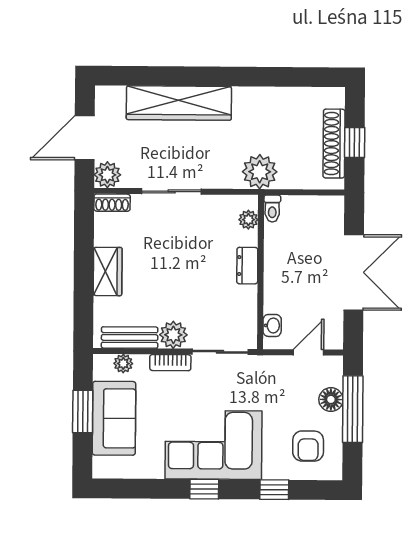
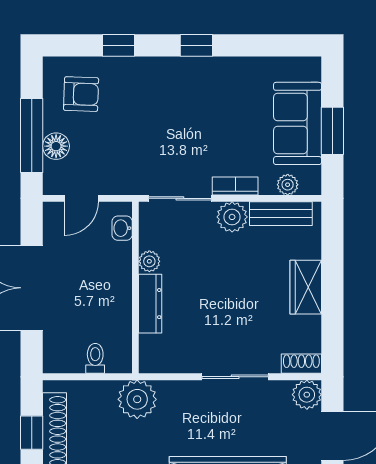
toilet: (272, 209) -> (95, 358), moved
plant: (248, 220) -> (149, 261), moved
dresser: (247, 266) -> (150, 304), width x1.44
corner sofa: (214, 445) -> (186, 95), removed
armchair: (308, 446) -> (81, 94), turned 92

